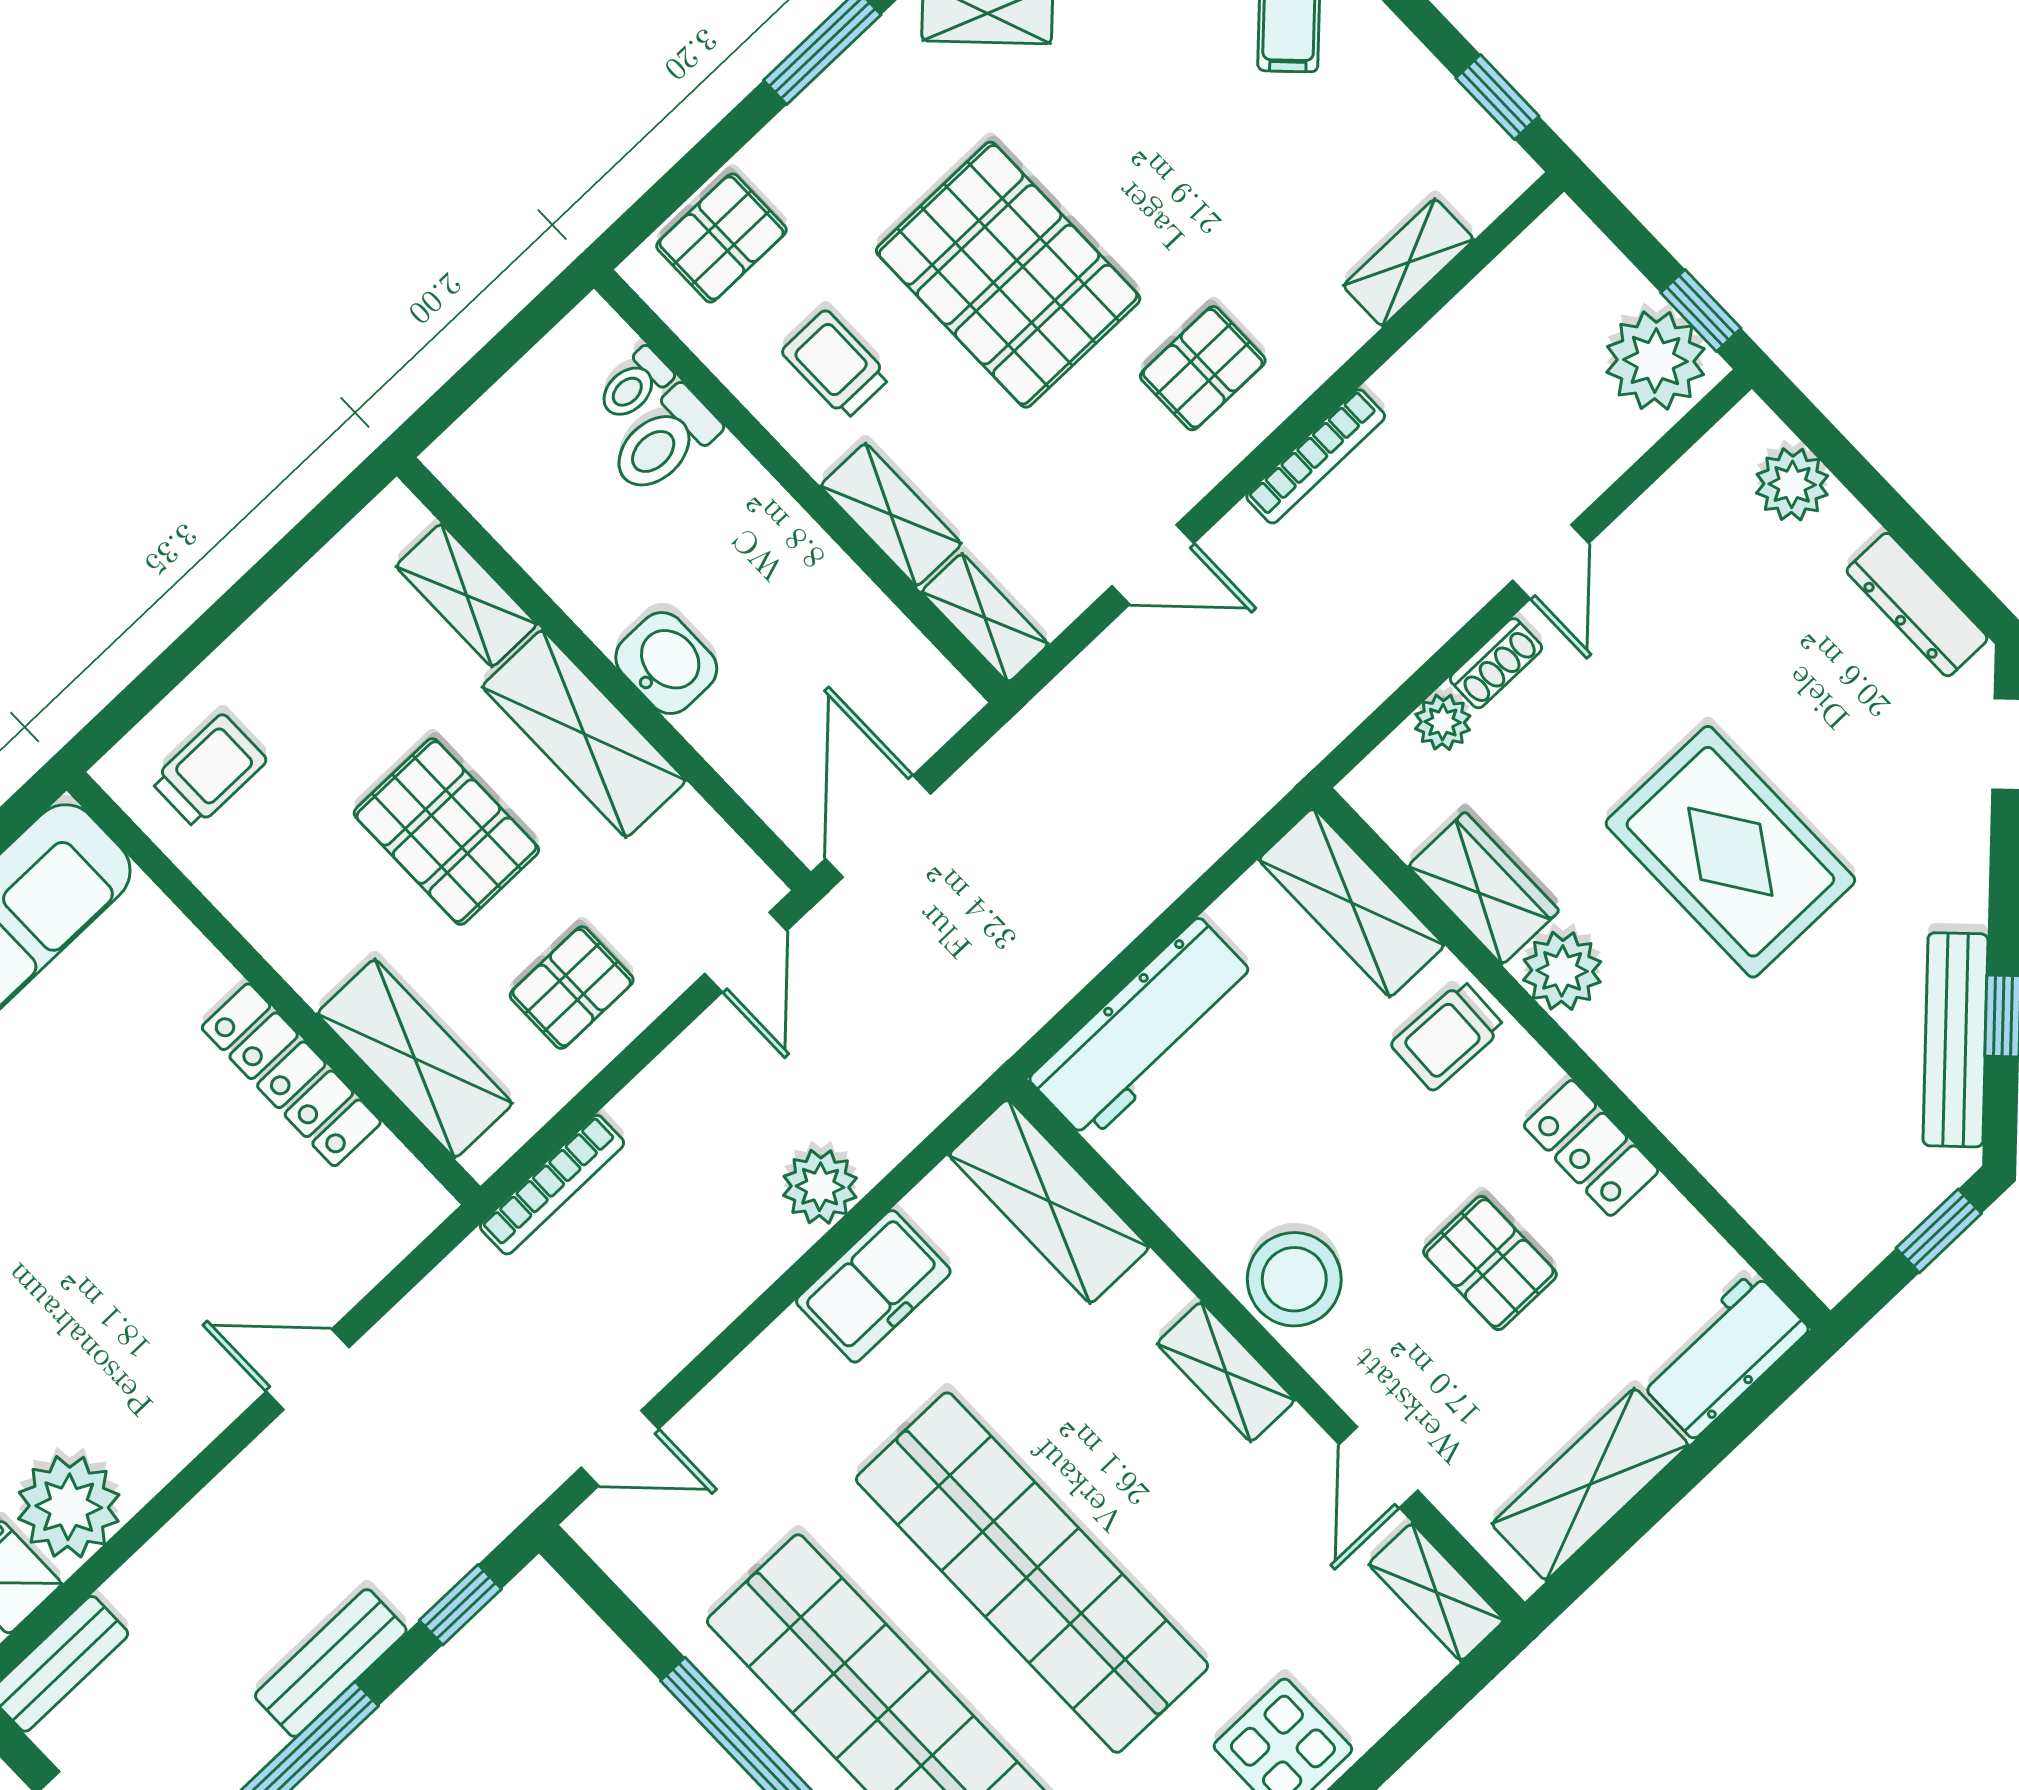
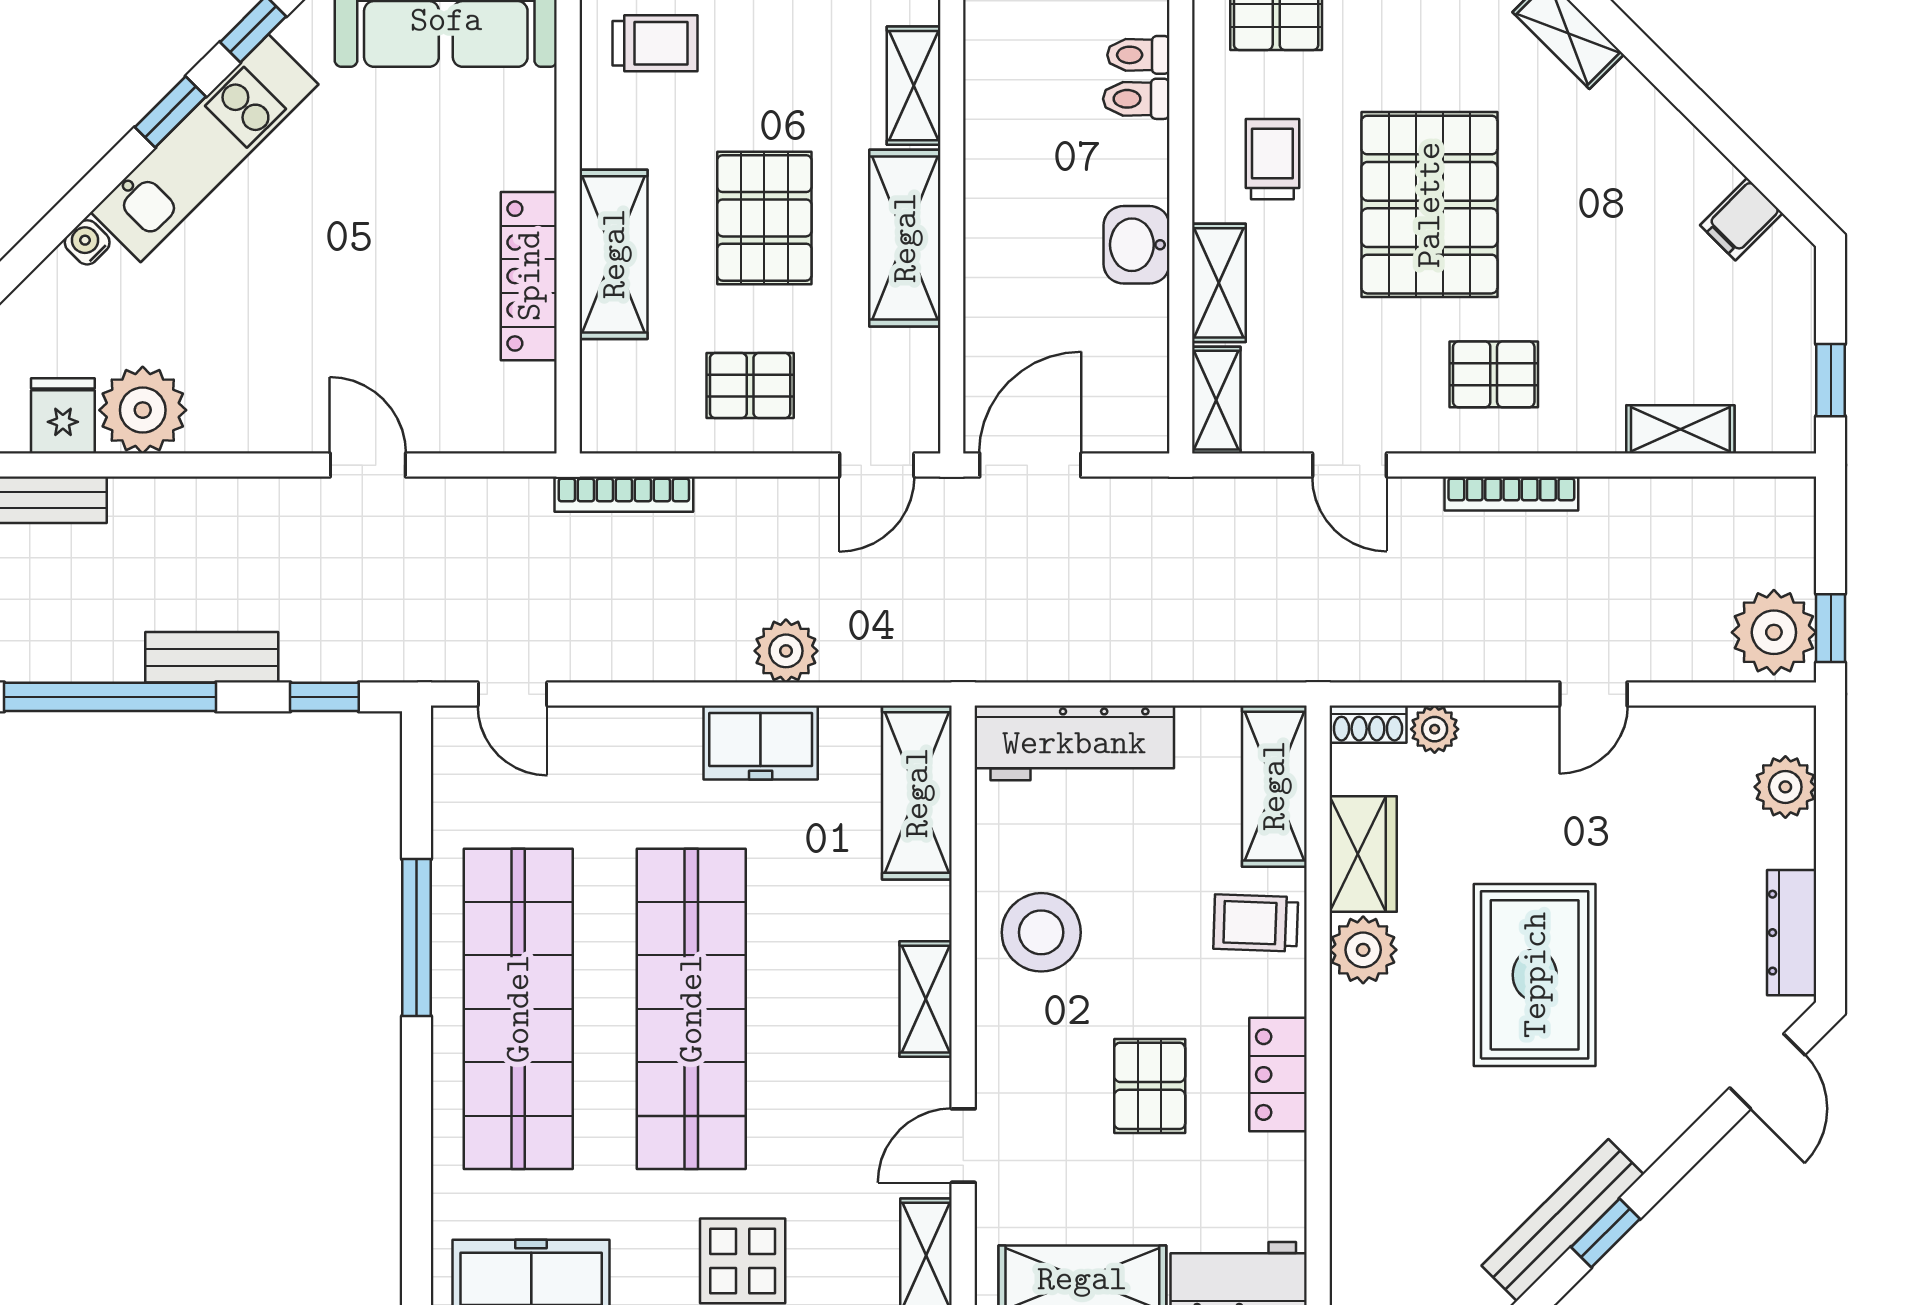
toilet: (664, 441) -> (1136, 99), width x0.73, depth x0.72
washbasin: (666, 663) -> (1136, 245), moved, turned 180
shoe rack: (1496, 663) -> (1368, 724), moved
shelving: (415, 1058) -> (614, 254), moved
stool: (1294, 1279) -> (1041, 932), moved

